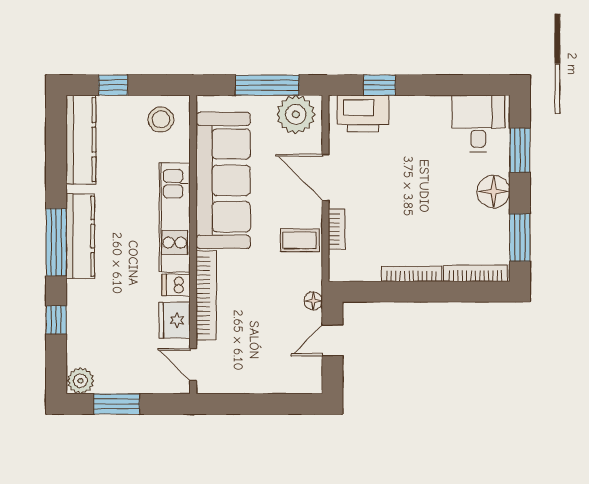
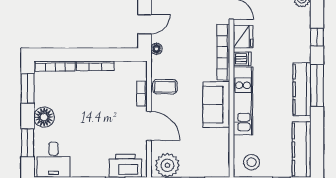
sofa: (223, 180) -> (216, 105), width x0.54, depth x0.79

